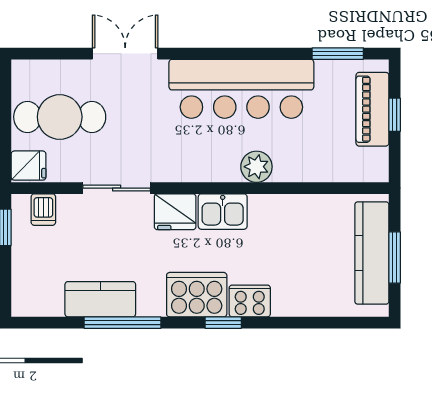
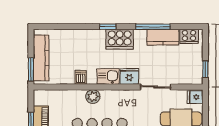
dishwasher: (43, 210) -> (81, 77), moved
window: (395, 257) -> (31, 69), moved
cooker: (250, 301) -> (189, 36), moved

